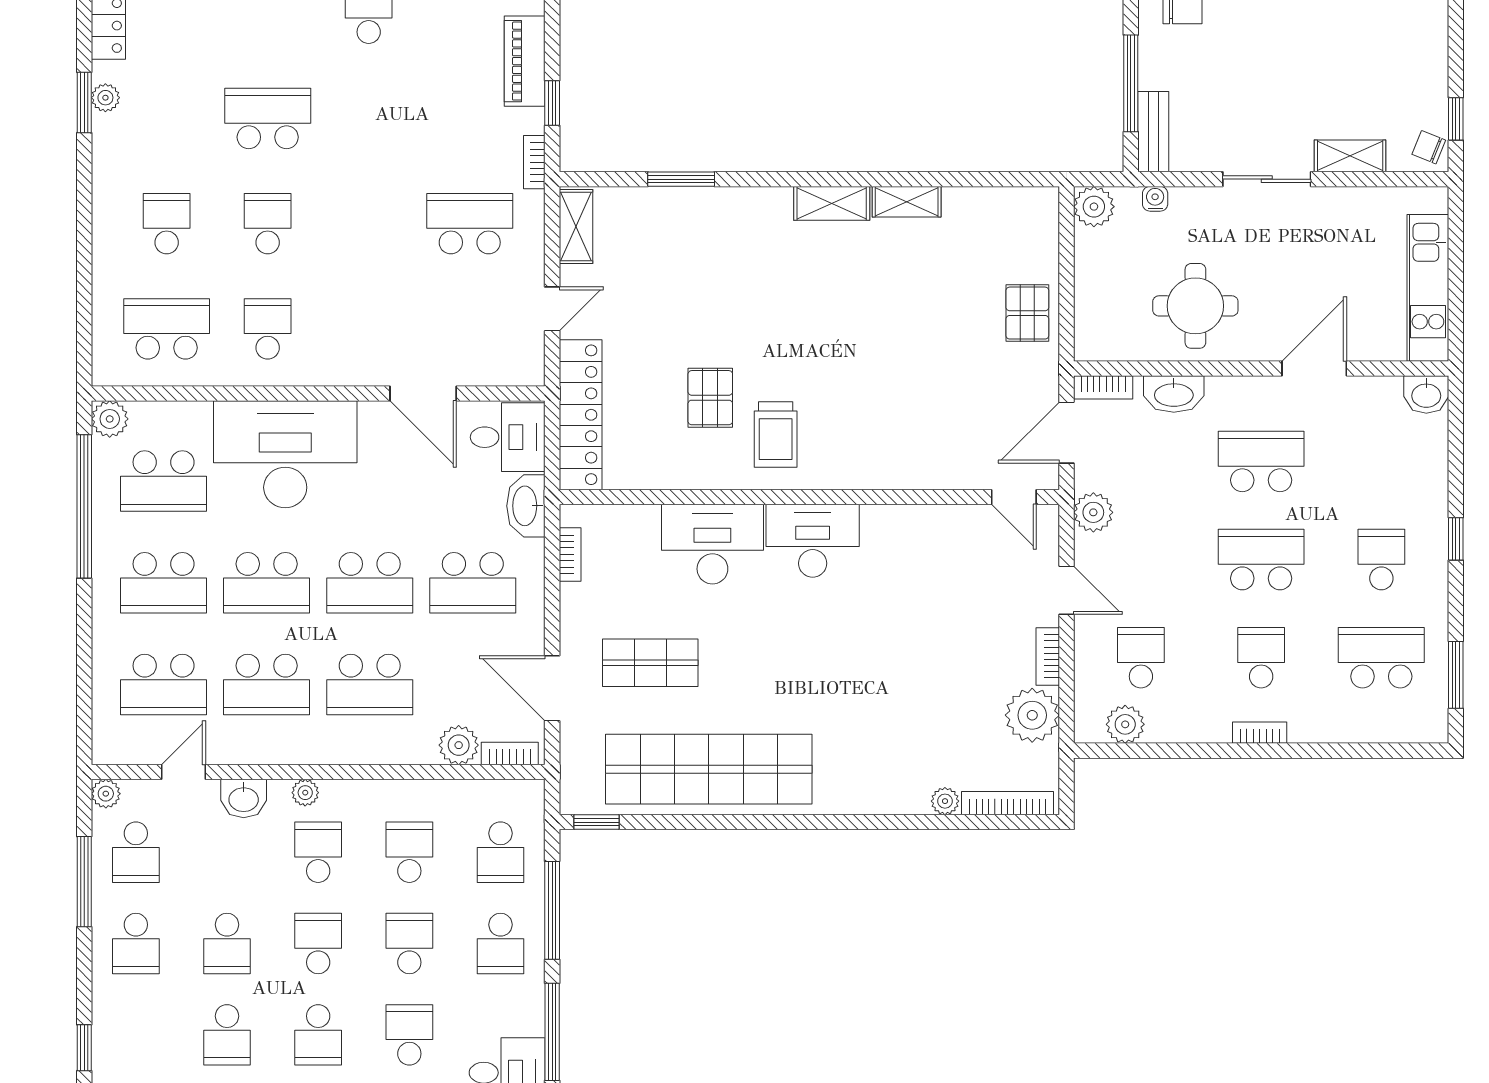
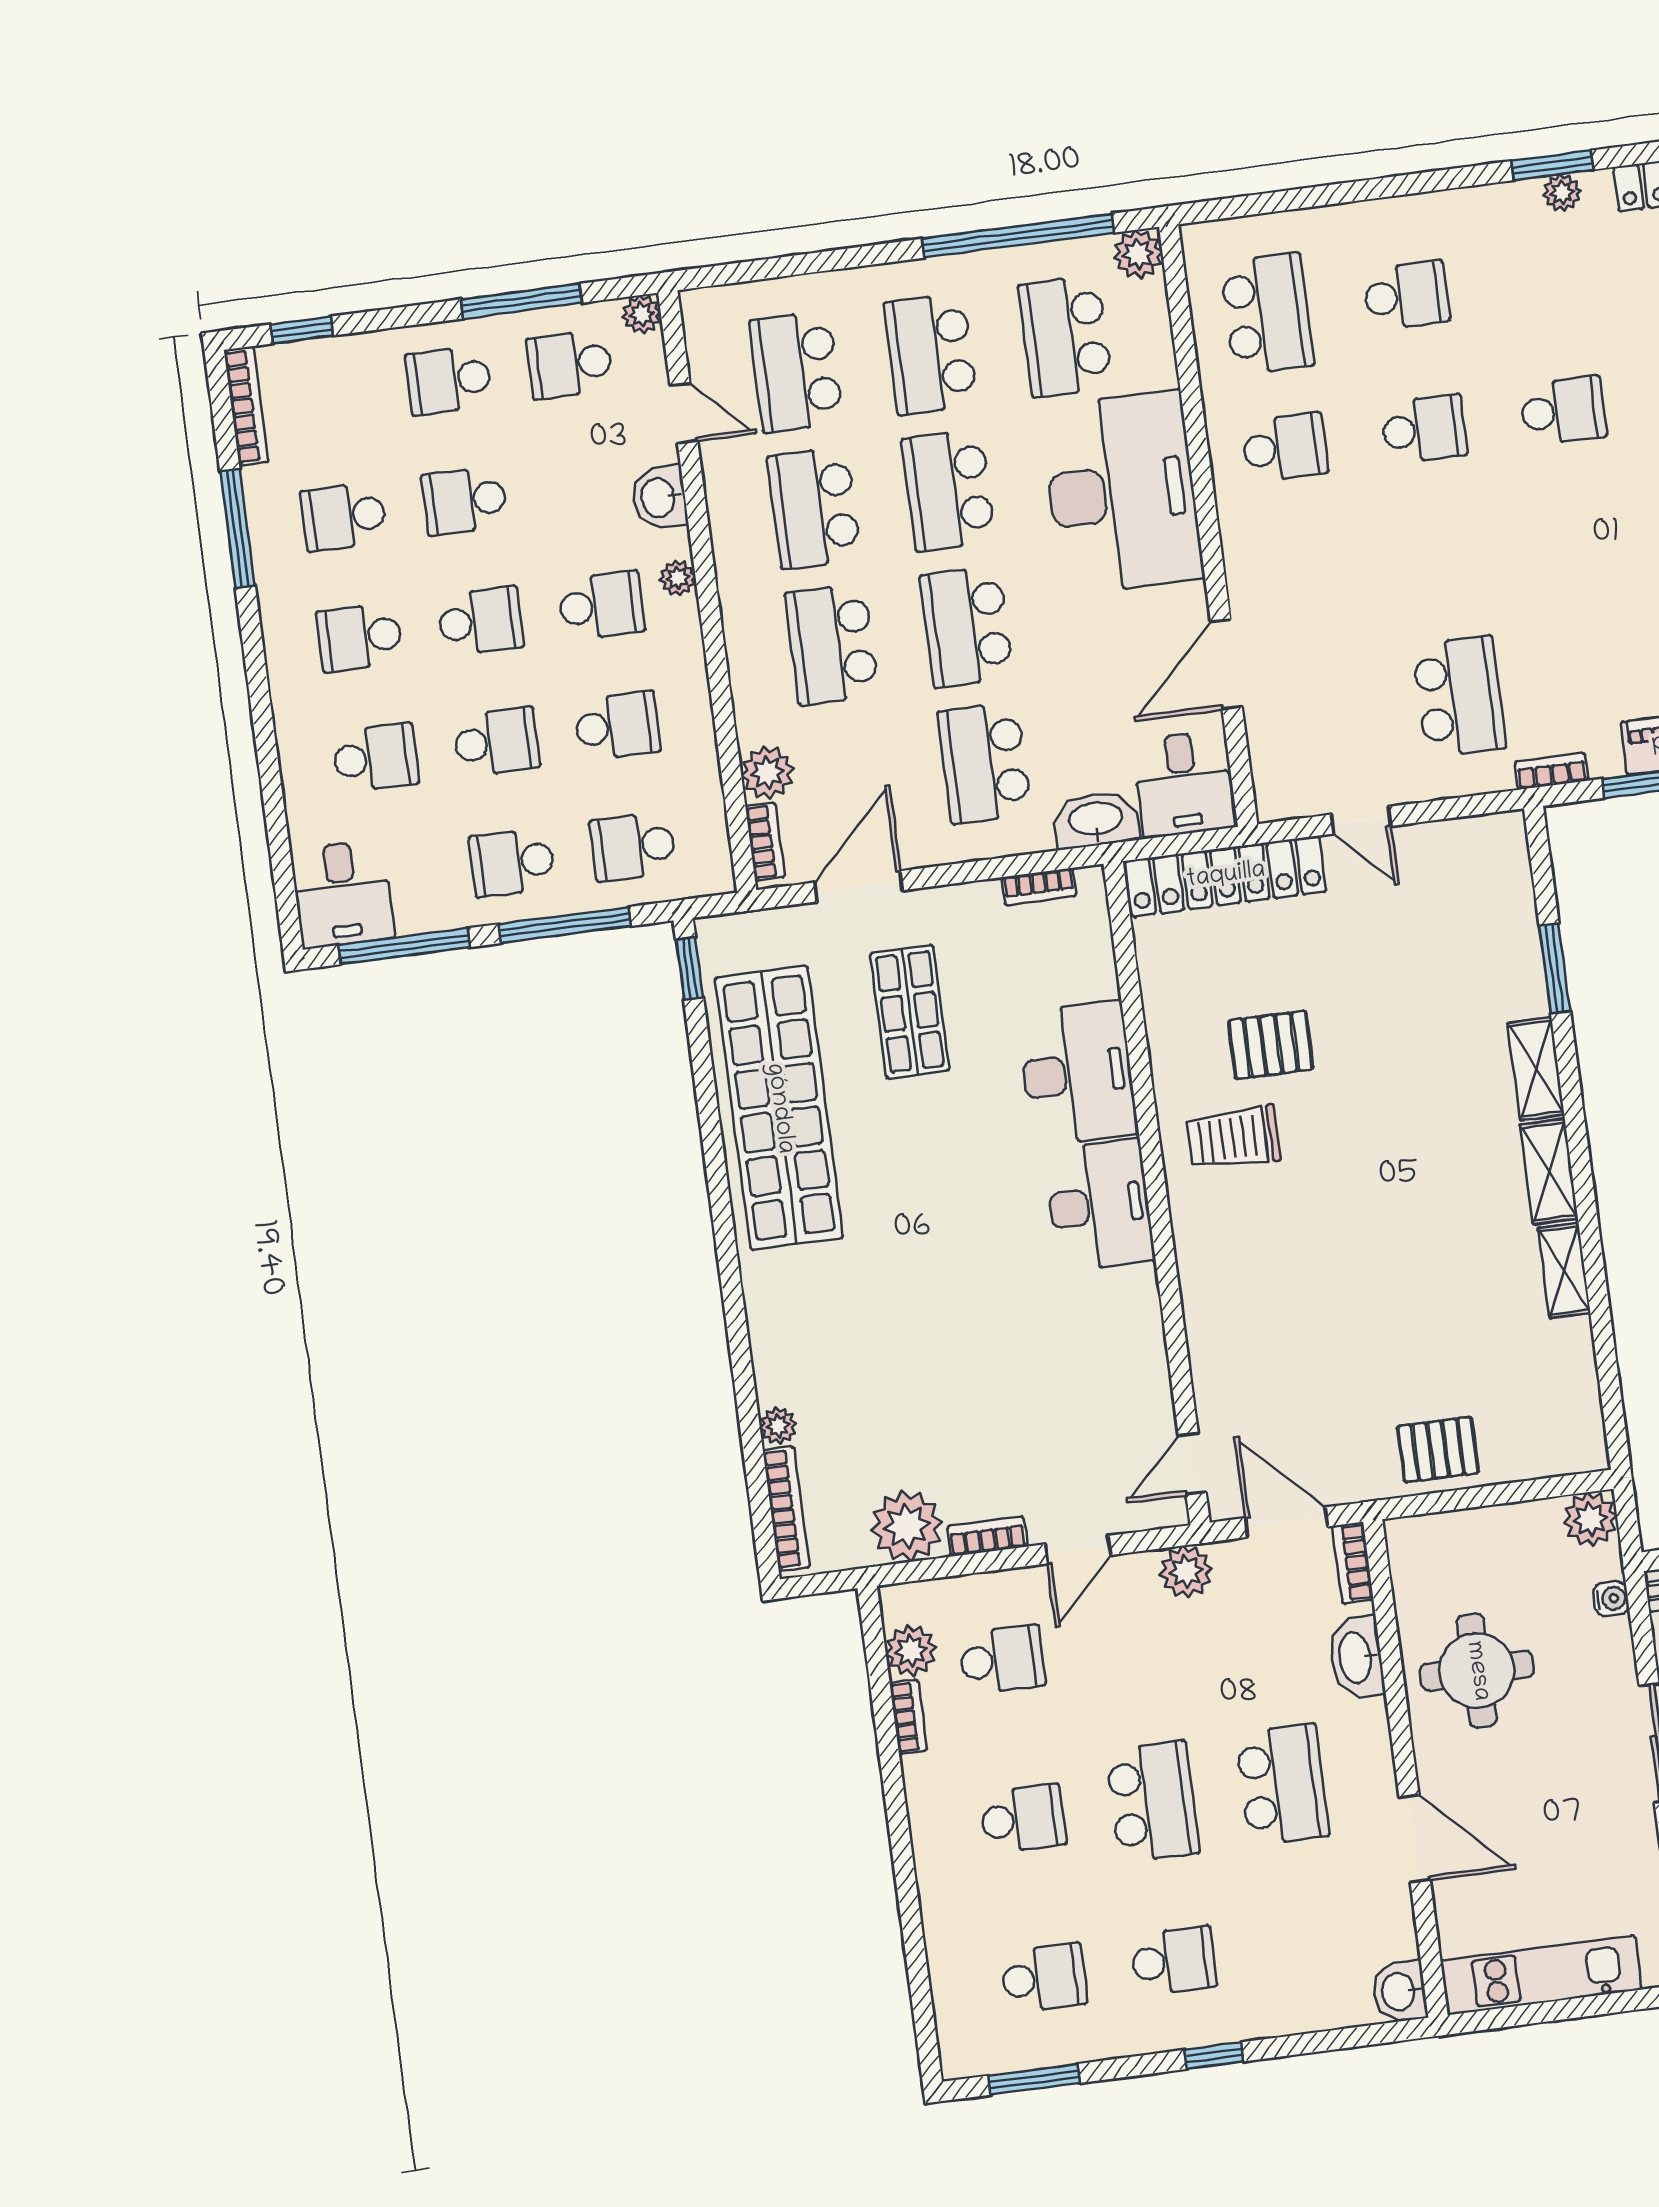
school desk: (268, 118) -> (1563, 411), width x0.54
shelving: (576, 226) -> (1536, 1069), moved, turned 90
school desk: (1381, 658) -> (1044, 1978), width x0.54
bookcase: (1260, 733) -> (908, 1717), moved

